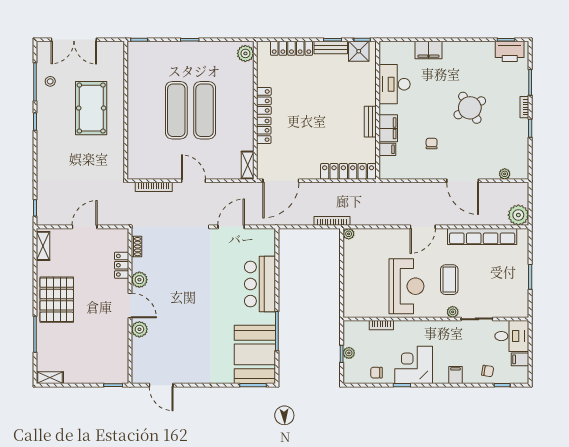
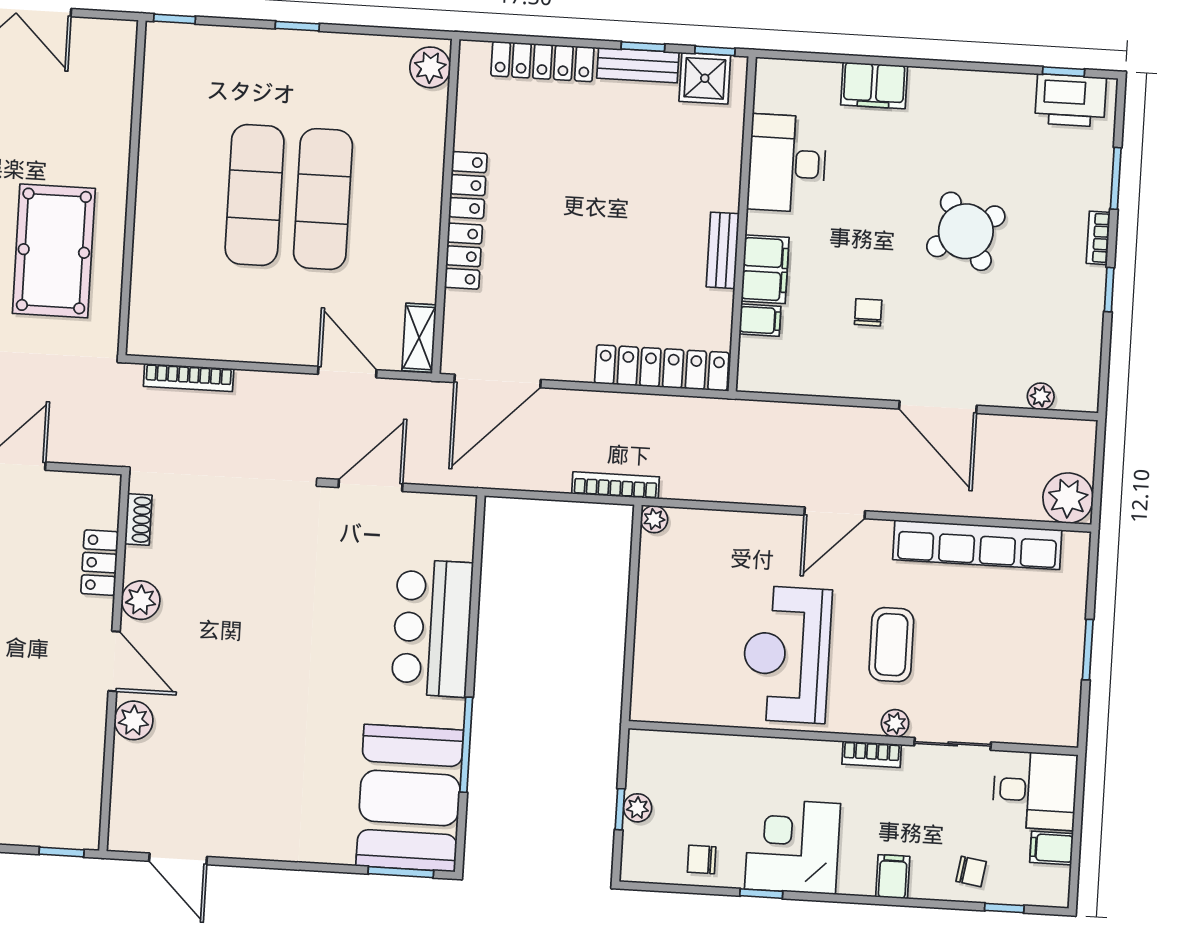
pool table: (91, 108) -> (54, 251), moved
door: (194, 181) -> (347, 372), moved
reception desk: (406, 286) -> (787, 654), turned 180
bookcase: (381, 325) -> (872, 754), moved

